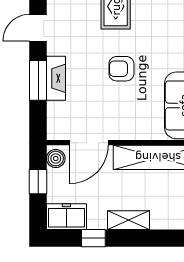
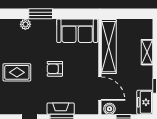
armchair: (121, 69) -> (55, 69), turned 90
shelving: (128, 220) -> (147, 52), moved

